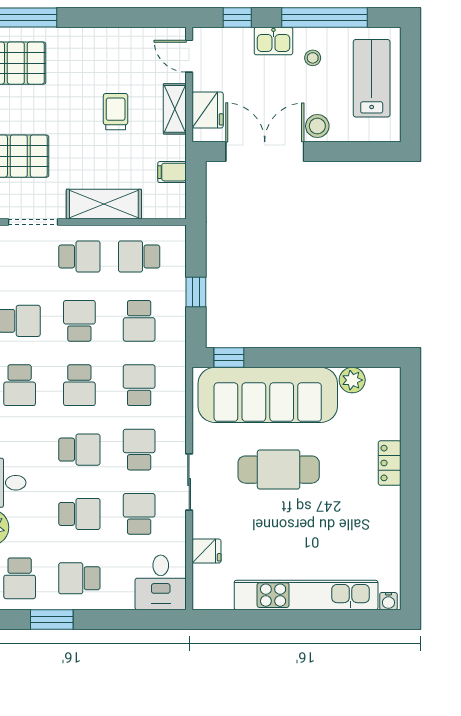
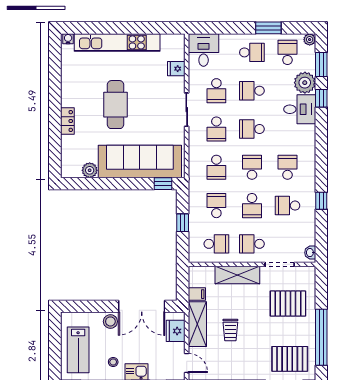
shelving: (175, 109) -> (197, 324), width x1.50, depth x1.33
cafe table: (279, 470) -> (115, 105), moved, turned 90

